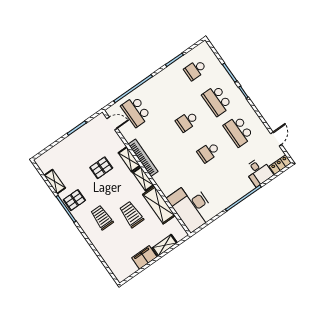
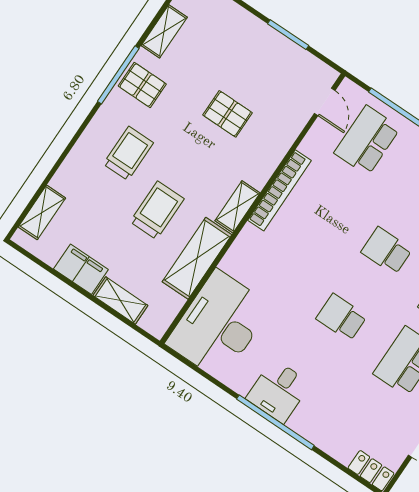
shelving: (129, 159) -> (42, 212), moved
desk: (259, 172) -> (278, 391), moved

